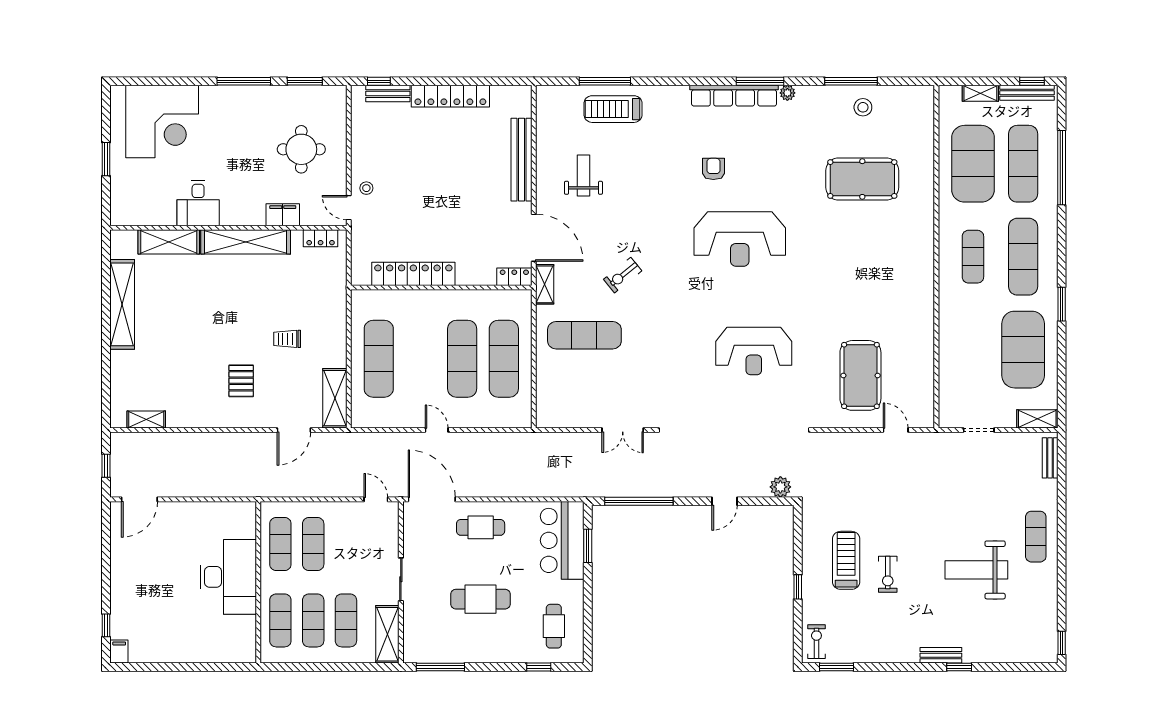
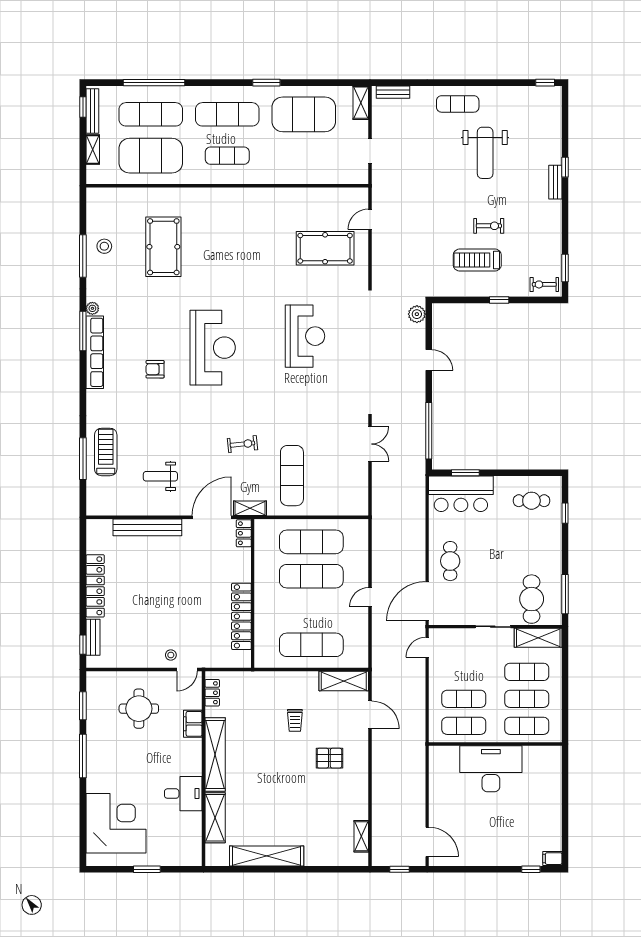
treadmill: (613, 109) -> (106, 452), turned 180
exercise bike: (623, 275) -> (242, 444), turned -57
cafe table: (480, 599) -> (532, 599), moved

